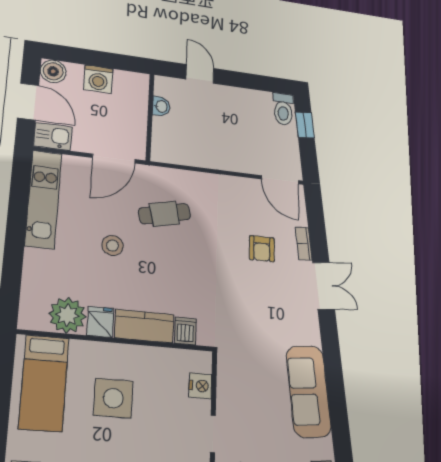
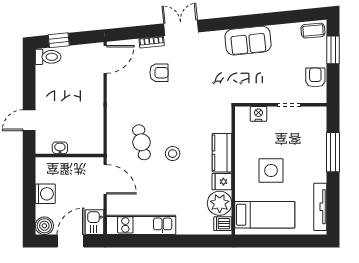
stool: (113, 246) -> (173, 154), moved
dishwasher: (185, 331) -> (223, 224), moved
sofa: (308, 391) -> (248, 41), width x0.73

